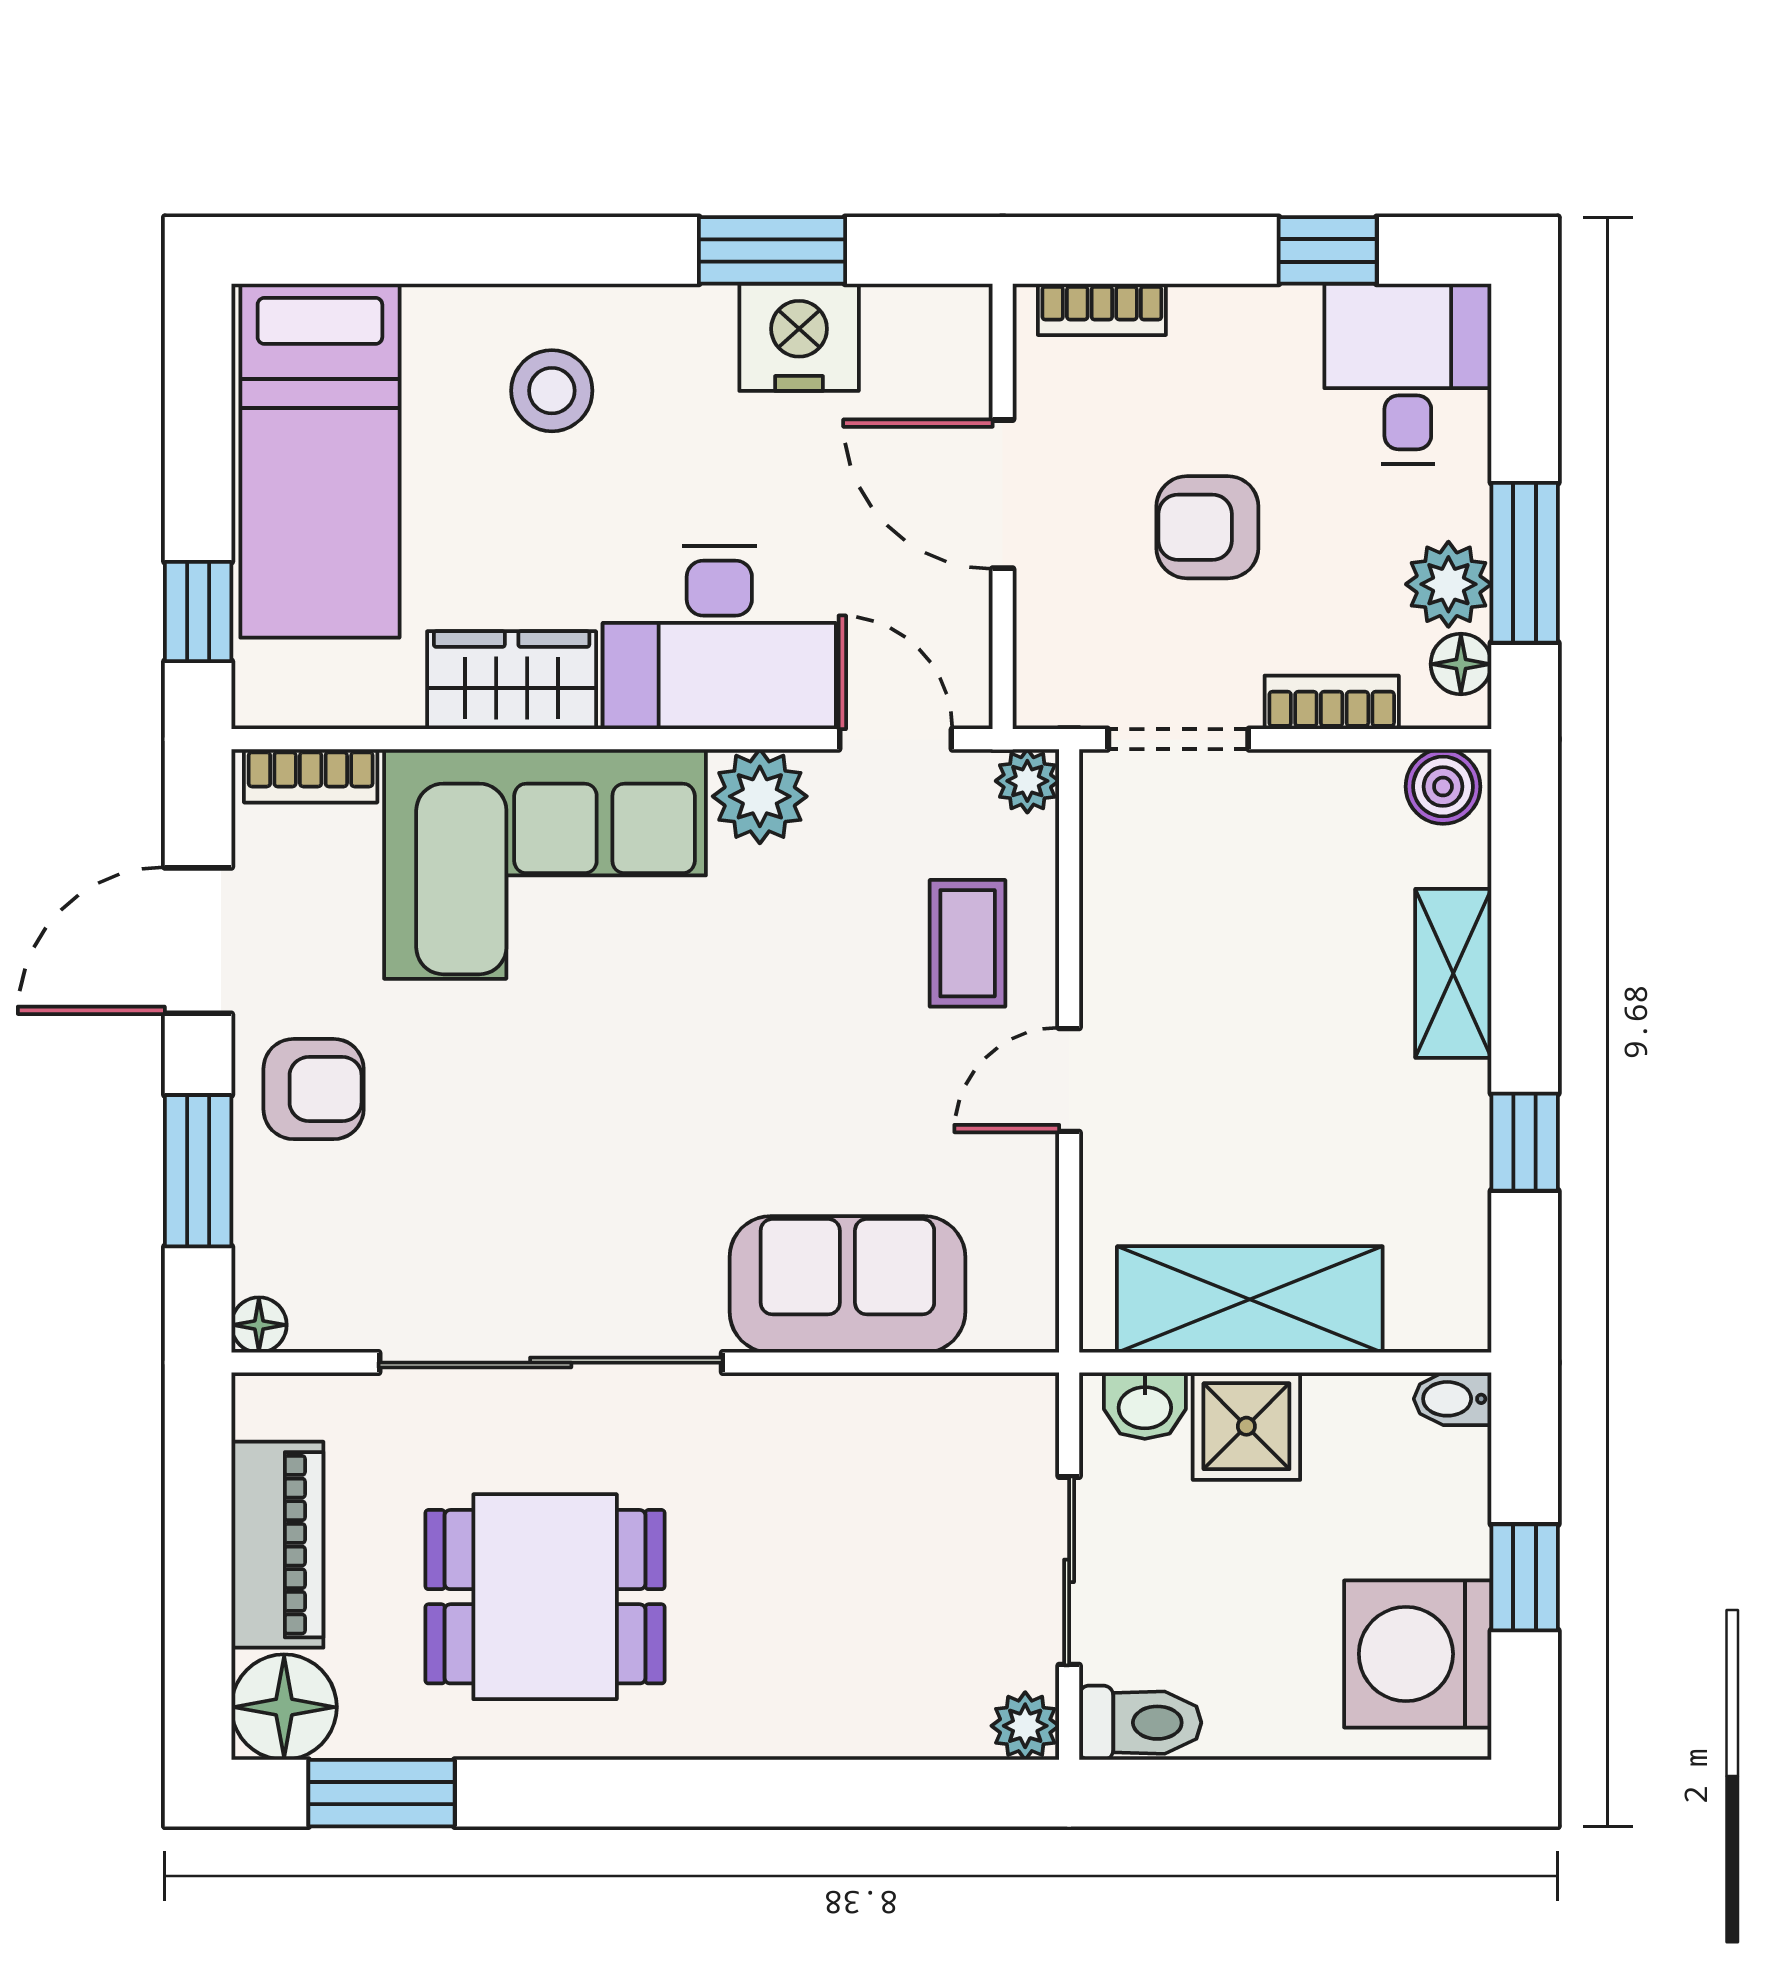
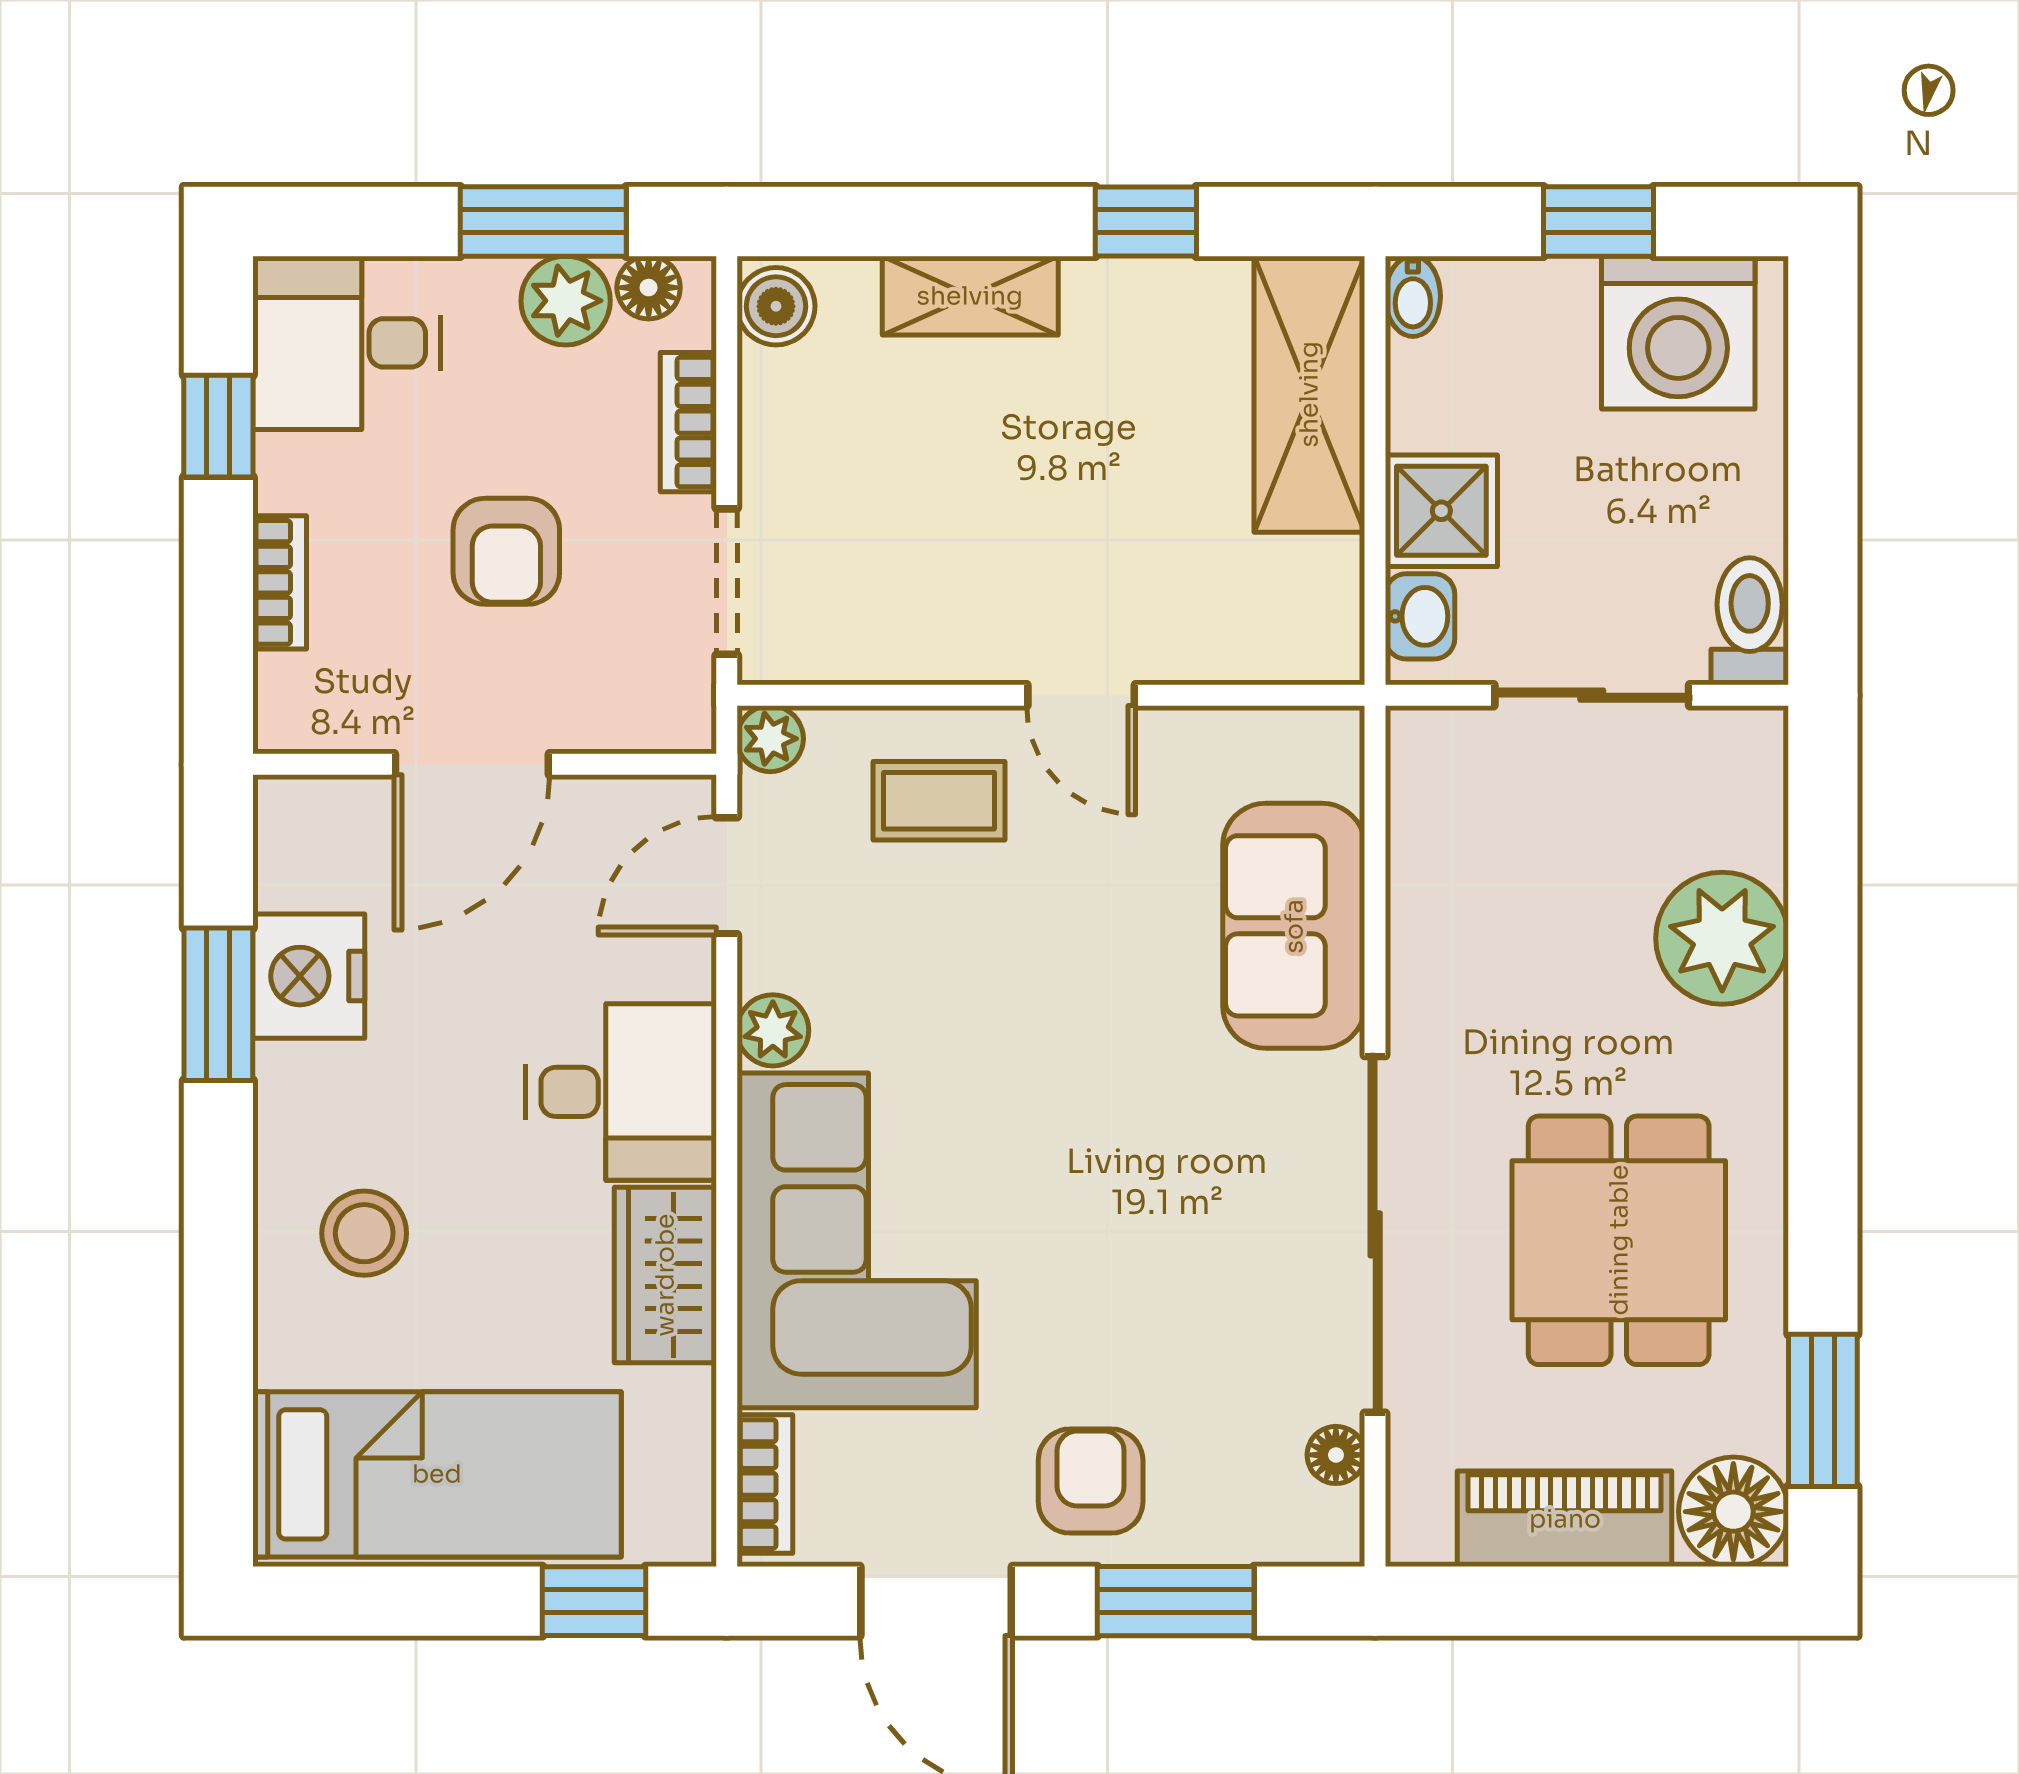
bookcase: (1102, 309) -> (280, 582), moved
desk: (719, 638) -> (621, 1092), width x0.73
plant: (760, 796) -> (773, 1030), width x0.73, depth x0.73
shelving: (1250, 1299) -> (1309, 394), moved
floor lamp: (259, 1325) -> (1336, 1455), moved
plant: (1025, 1726) -> (1722, 938), moved, width x1.88, depth x1.88

